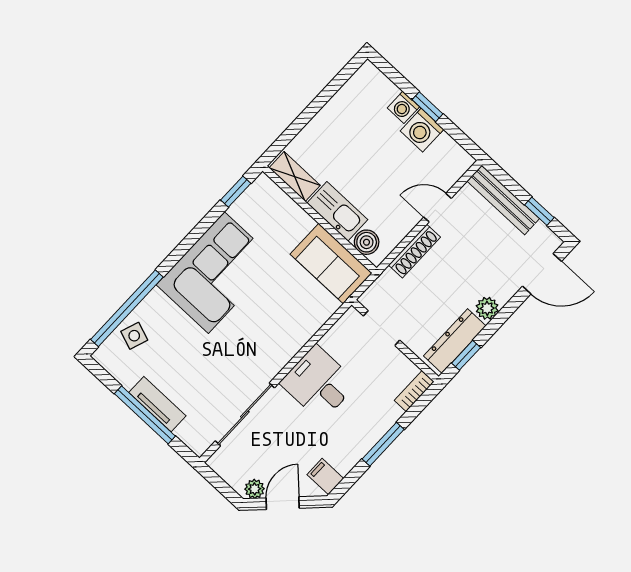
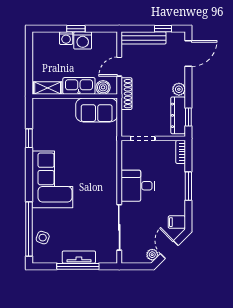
shelving: (295, 177) -> (48, 88), moved
kitchen sink: (337, 211) -> (79, 86), moved
wall: (320, 219) -> (75, 96), moved
boiler: (367, 242) -> (103, 87), moved
sofa: (331, 264) -> (97, 110), moved

